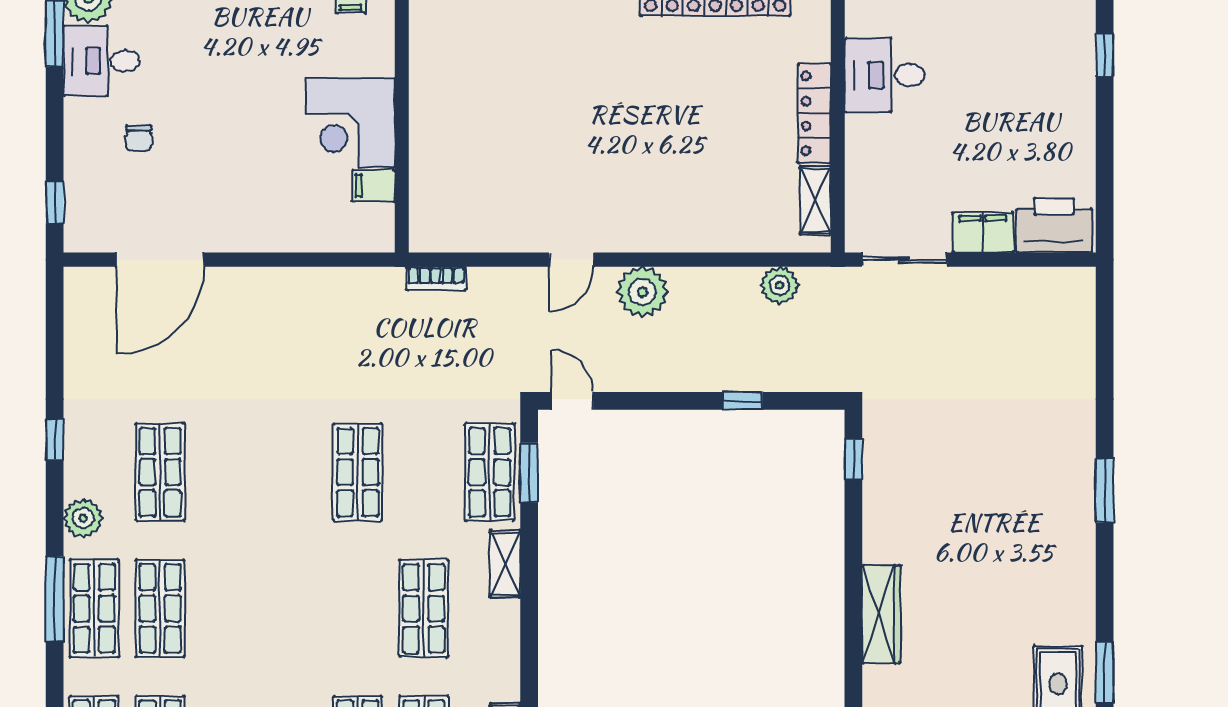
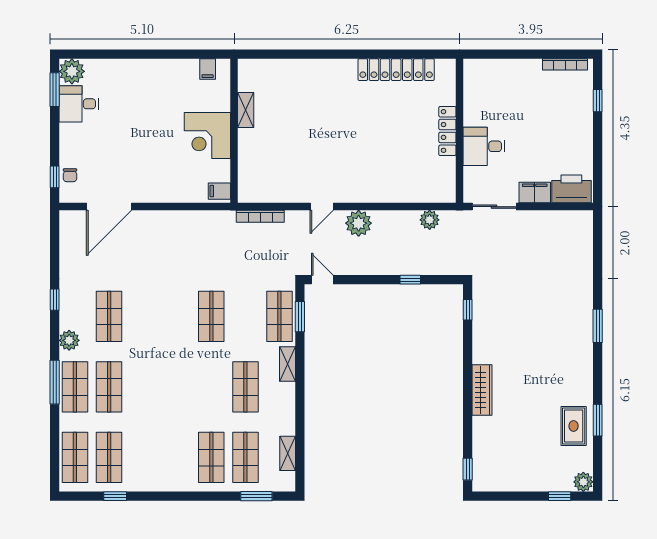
desk: (885, 75) -> (484, 146), moved
chair: (139, 138) -> (70, 175), moved
filing cabinet: (374, 186) -> (219, 191), moved
shelving: (815, 200) -> (246, 110), moved
bookcase: (436, 278) -> (260, 216), width x1.56

